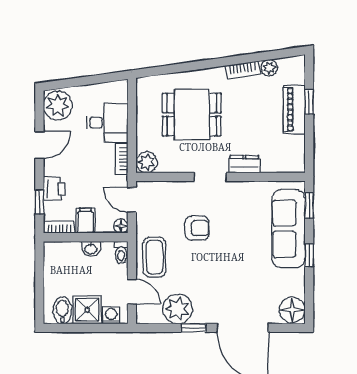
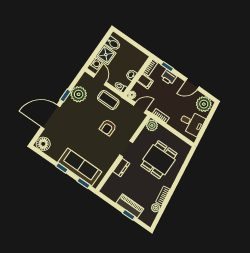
desk: (107, 123) -> (192, 123), moved, turned -98
door: (39, 145) -> (192, 84), hinge flipped
door: (132, 292) -> (100, 80), swing flipped

